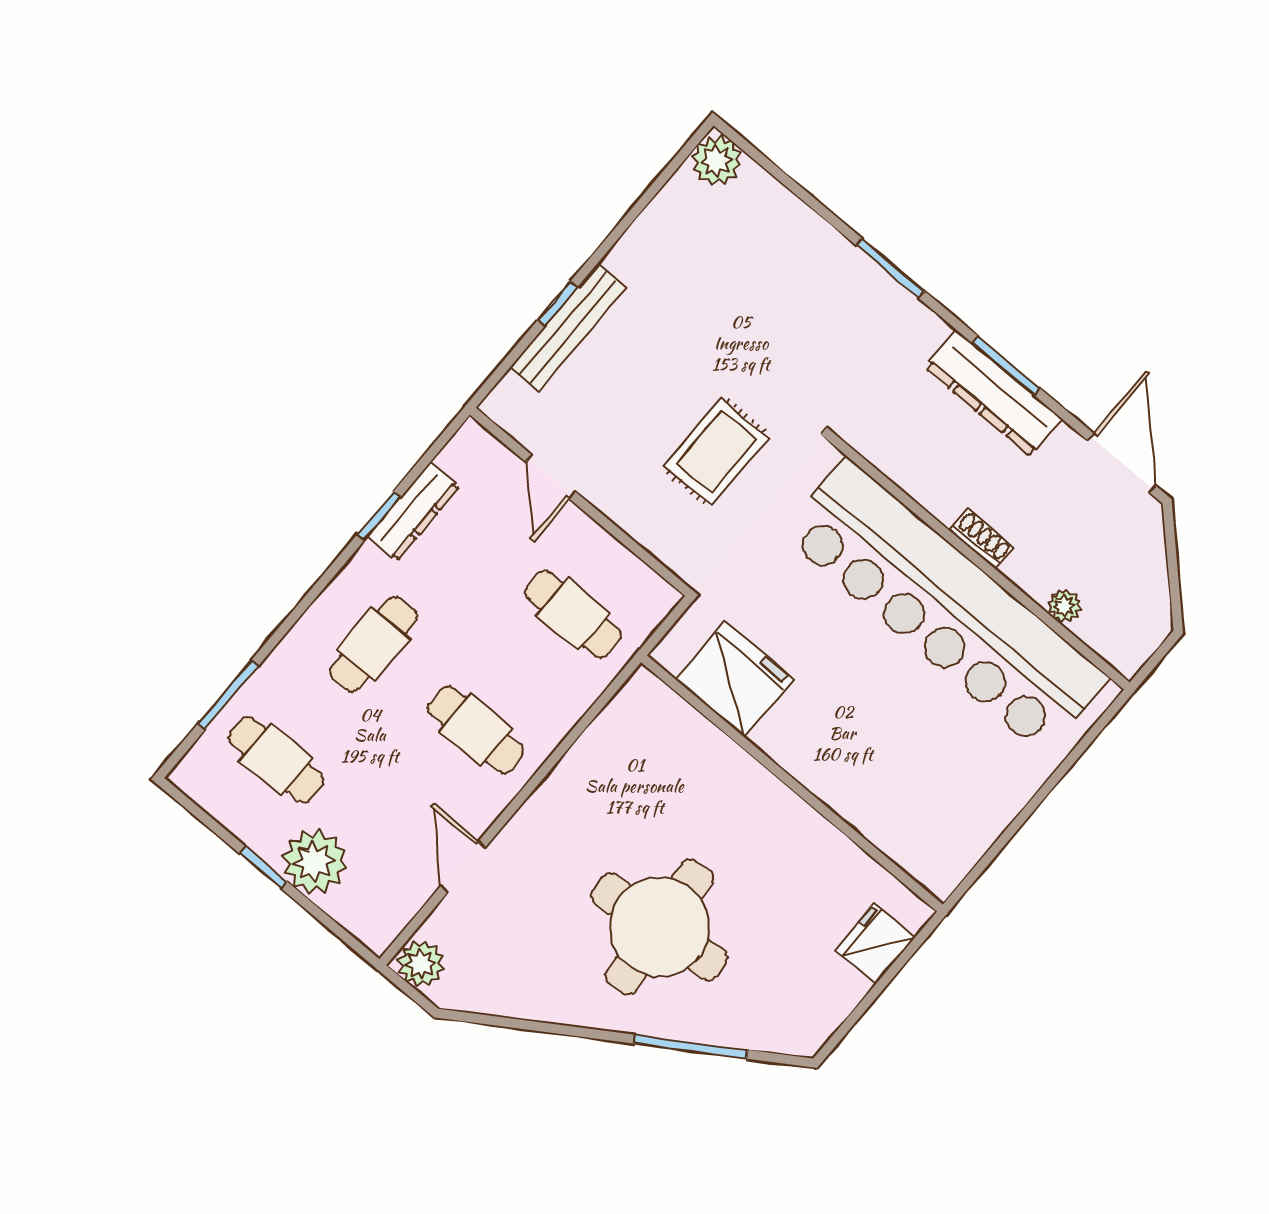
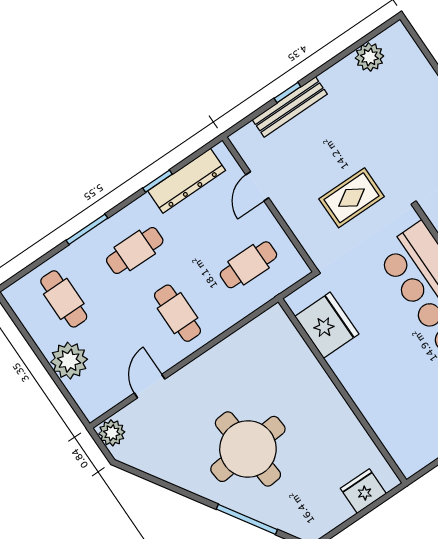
plant: (717, 161) -> (369, 57), moved
dresser: (413, 512) -> (187, 181), width x1.37, depth x1.24
cafe table: (573, 614) -> (248, 265), turned 90
window: (228, 695) -> (87, 229), moved
window: (263, 868) -> (40, 356), removed

